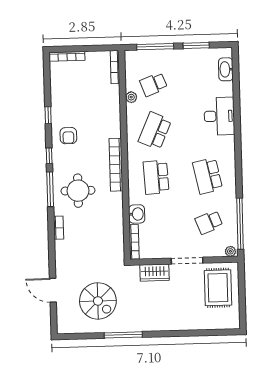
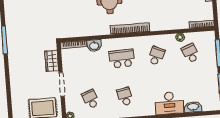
washbasin: (226, 69) -> (193, 107), moved
school desk: (155, 131) -> (156, 56), width x0.54
school desk: (208, 176) -> (125, 96), width x0.54
spiral stairs: (98, 301) -> (29, 20), removed

